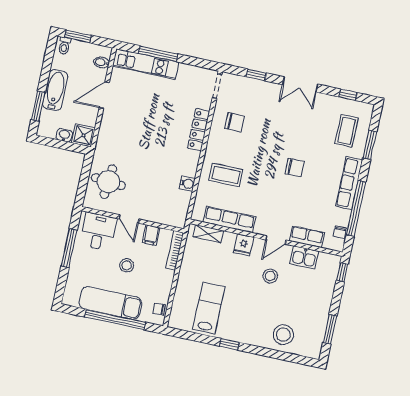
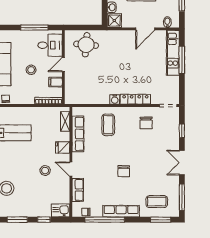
door: (104, 95) -> (145, 29), swing flipped
window: (348, 95) -> (182, 197), width x2.17
window: (370, 145) -> (161, 220), moved
water cooler: (187, 184) -> (115, 99), moved
kitchen sink: (304, 257) -> (61, 210), moved, turned 90
window: (342, 272) -> (44, 220), moved

